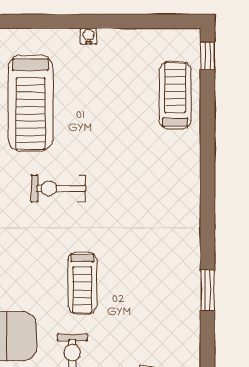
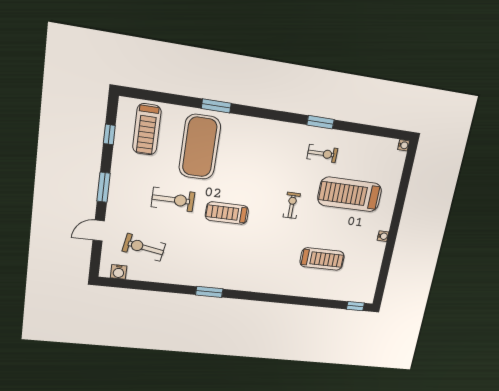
treadmill: (175, 95) -> (322, 259), moved
exercise bike: (58, 189) -> (292, 205), width x0.73, depth x0.72

